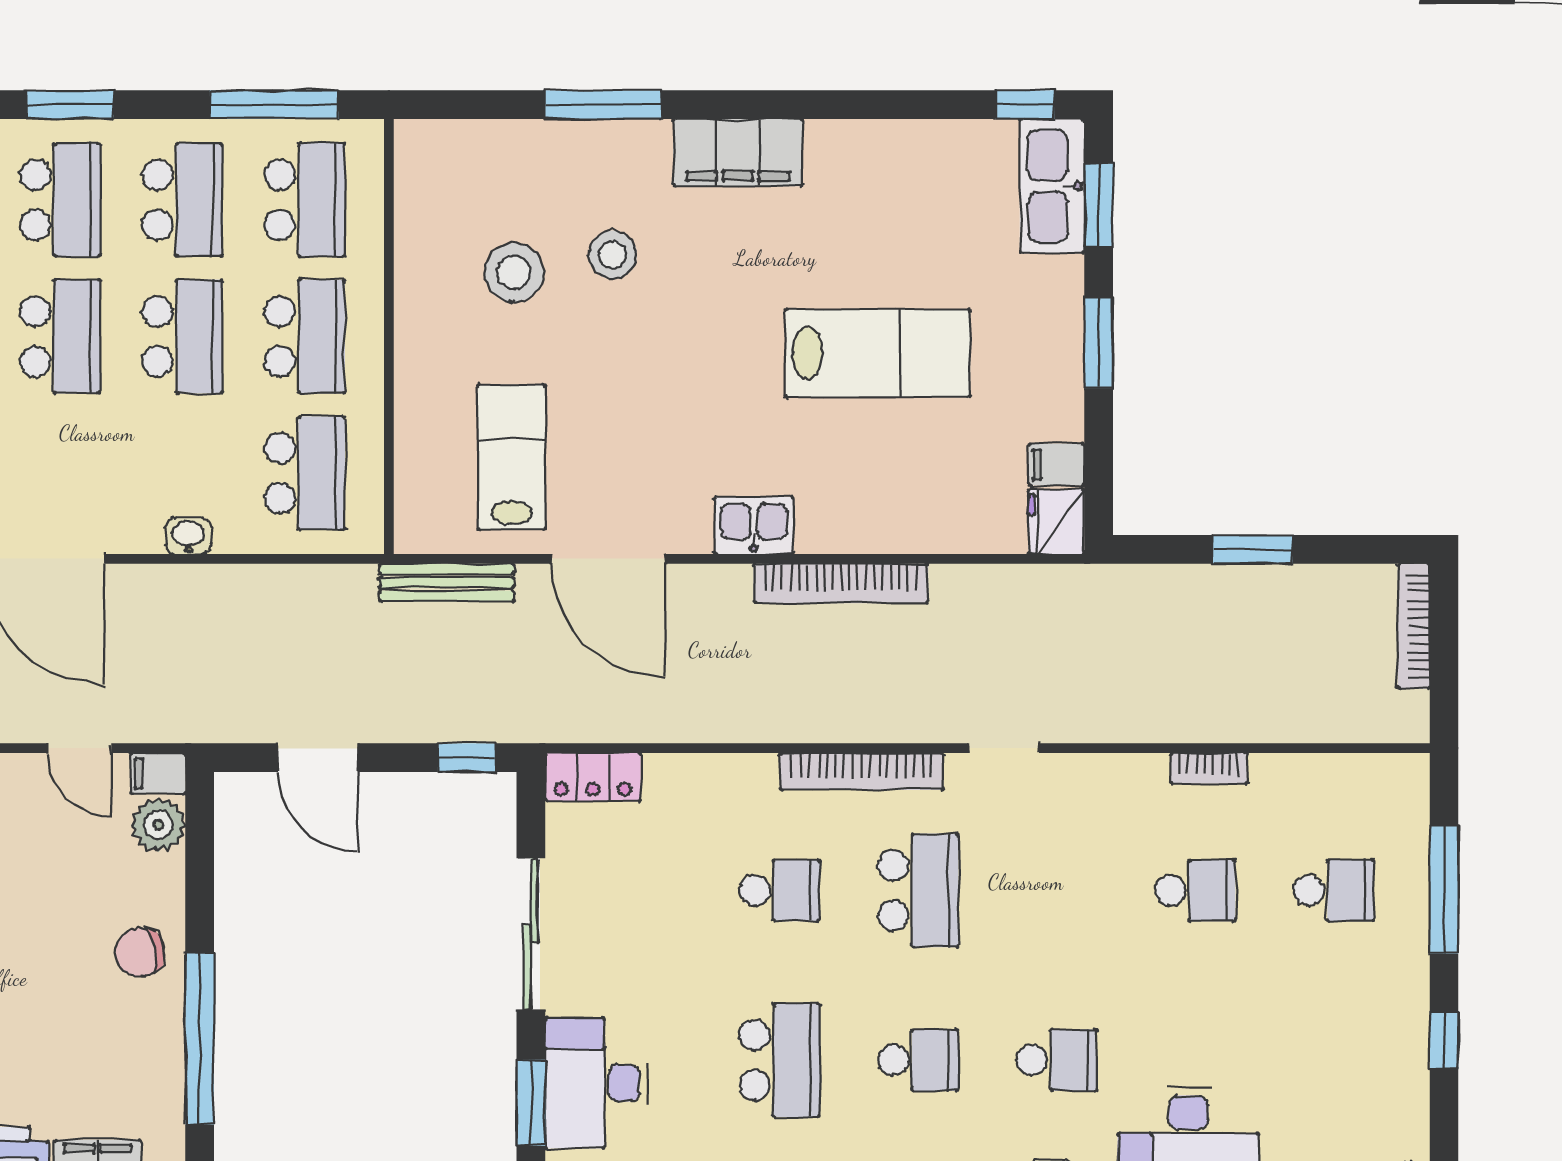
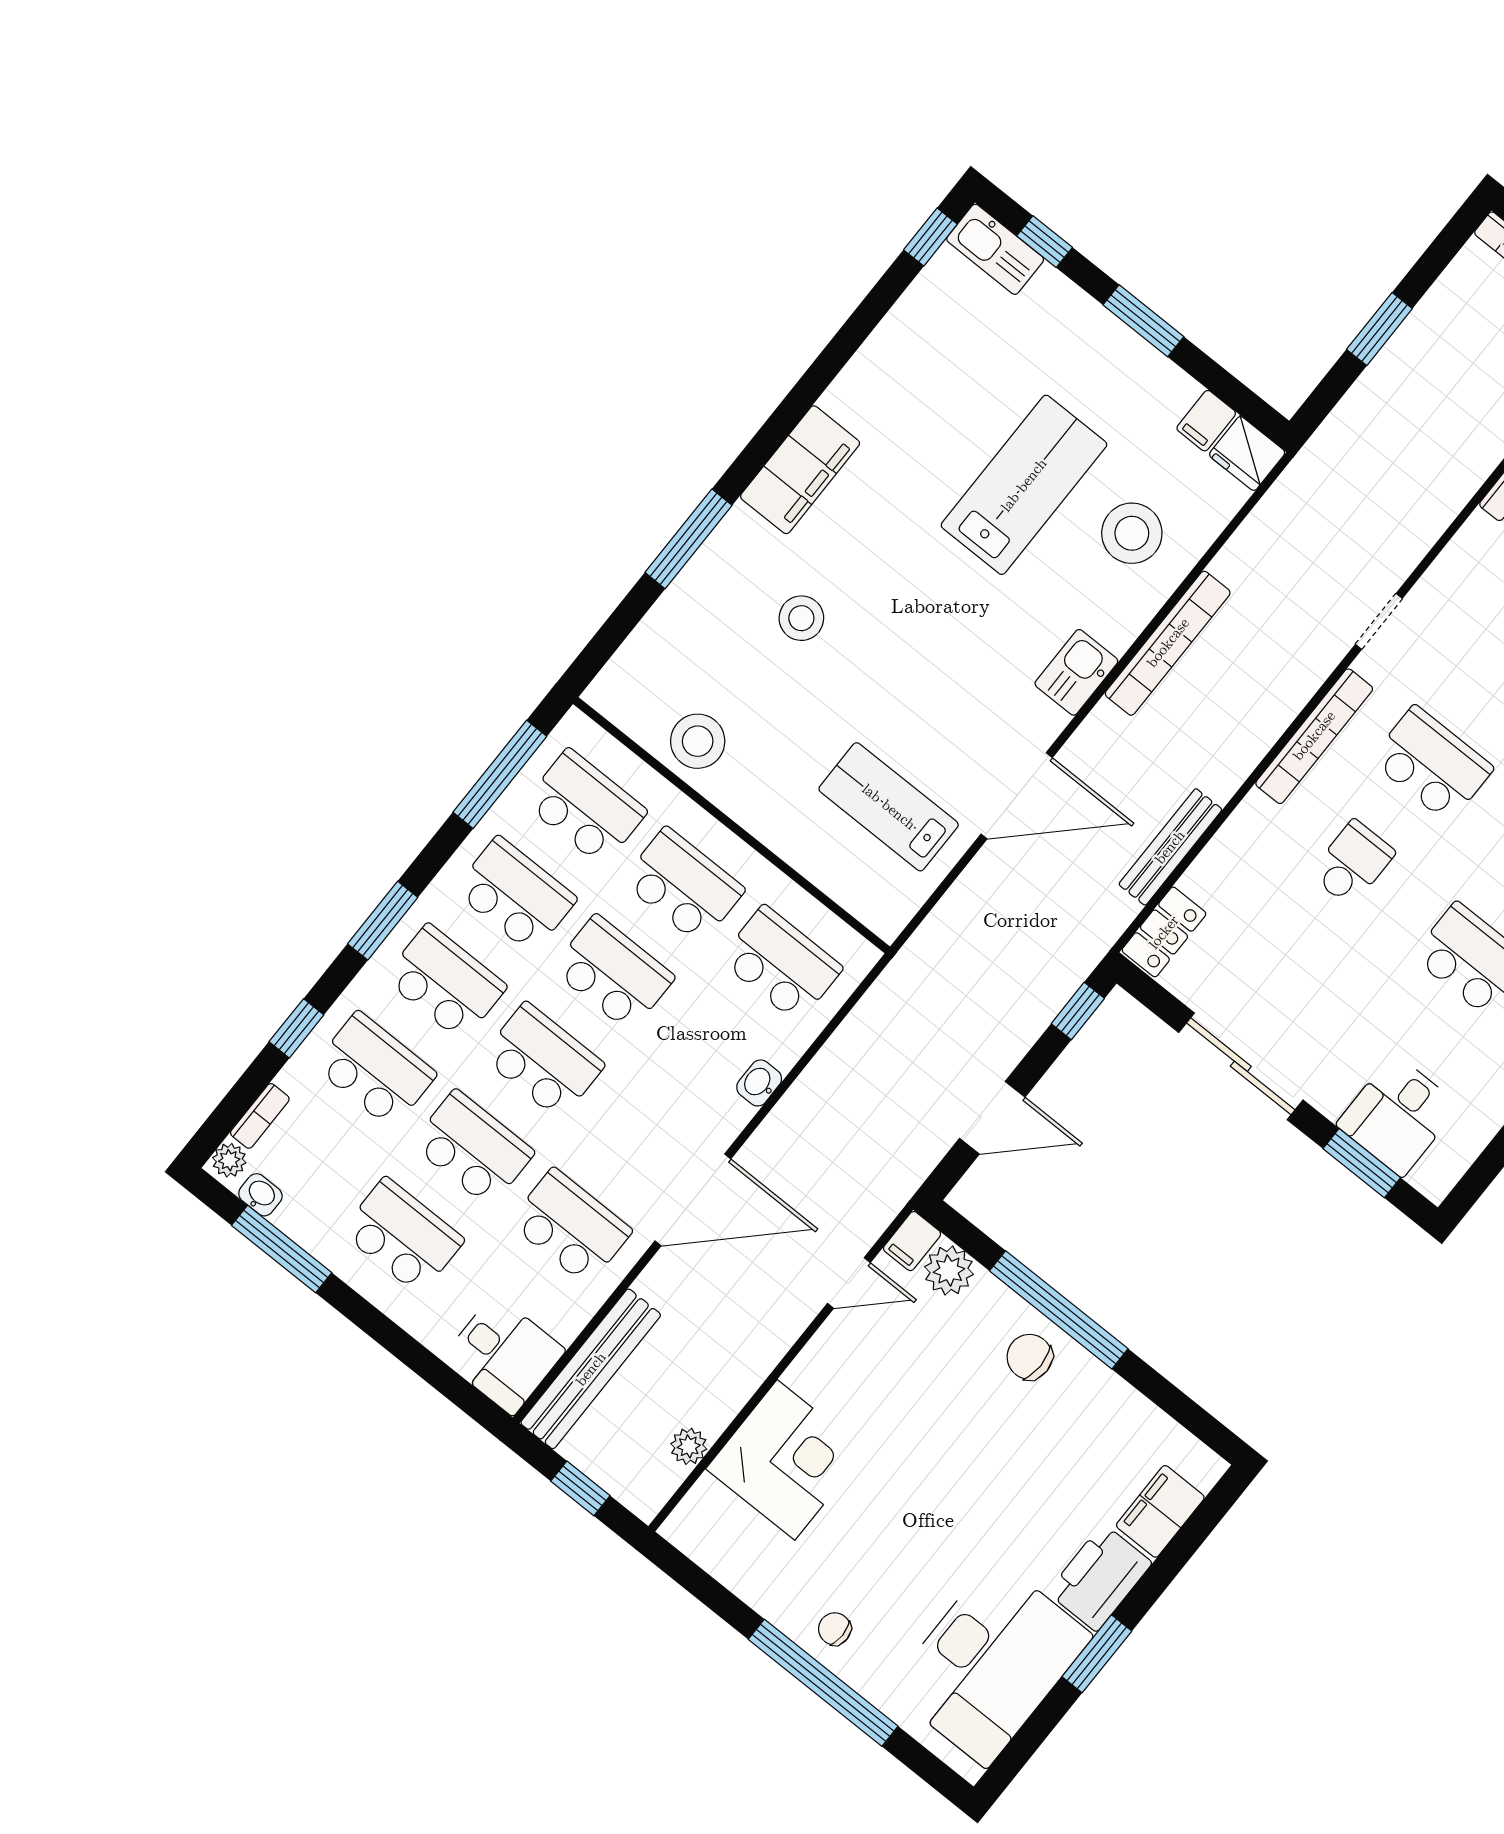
kitchen sink: (1052, 186) -> (995, 249), width x0.73, depth x0.81
window: (1099, 205) -> (1045, 242), width x0.67
stool: (514, 272) -> (698, 741), moved
stool: (910, 478) -> (1132, 533), added
bench: (447, 582) -> (1170, 847), moved
chair: (140, 952) -> (1030, 1357), turned 102
window: (200, 1039) -> (1059, 1310), moved
desk: (596, 1083) -> (1398, 1115), width x0.73

